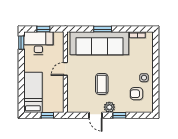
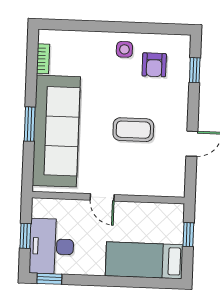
plant: (109, 107) -> (178, 117), removed
window: (119, 115) -> (195, 70), moved

